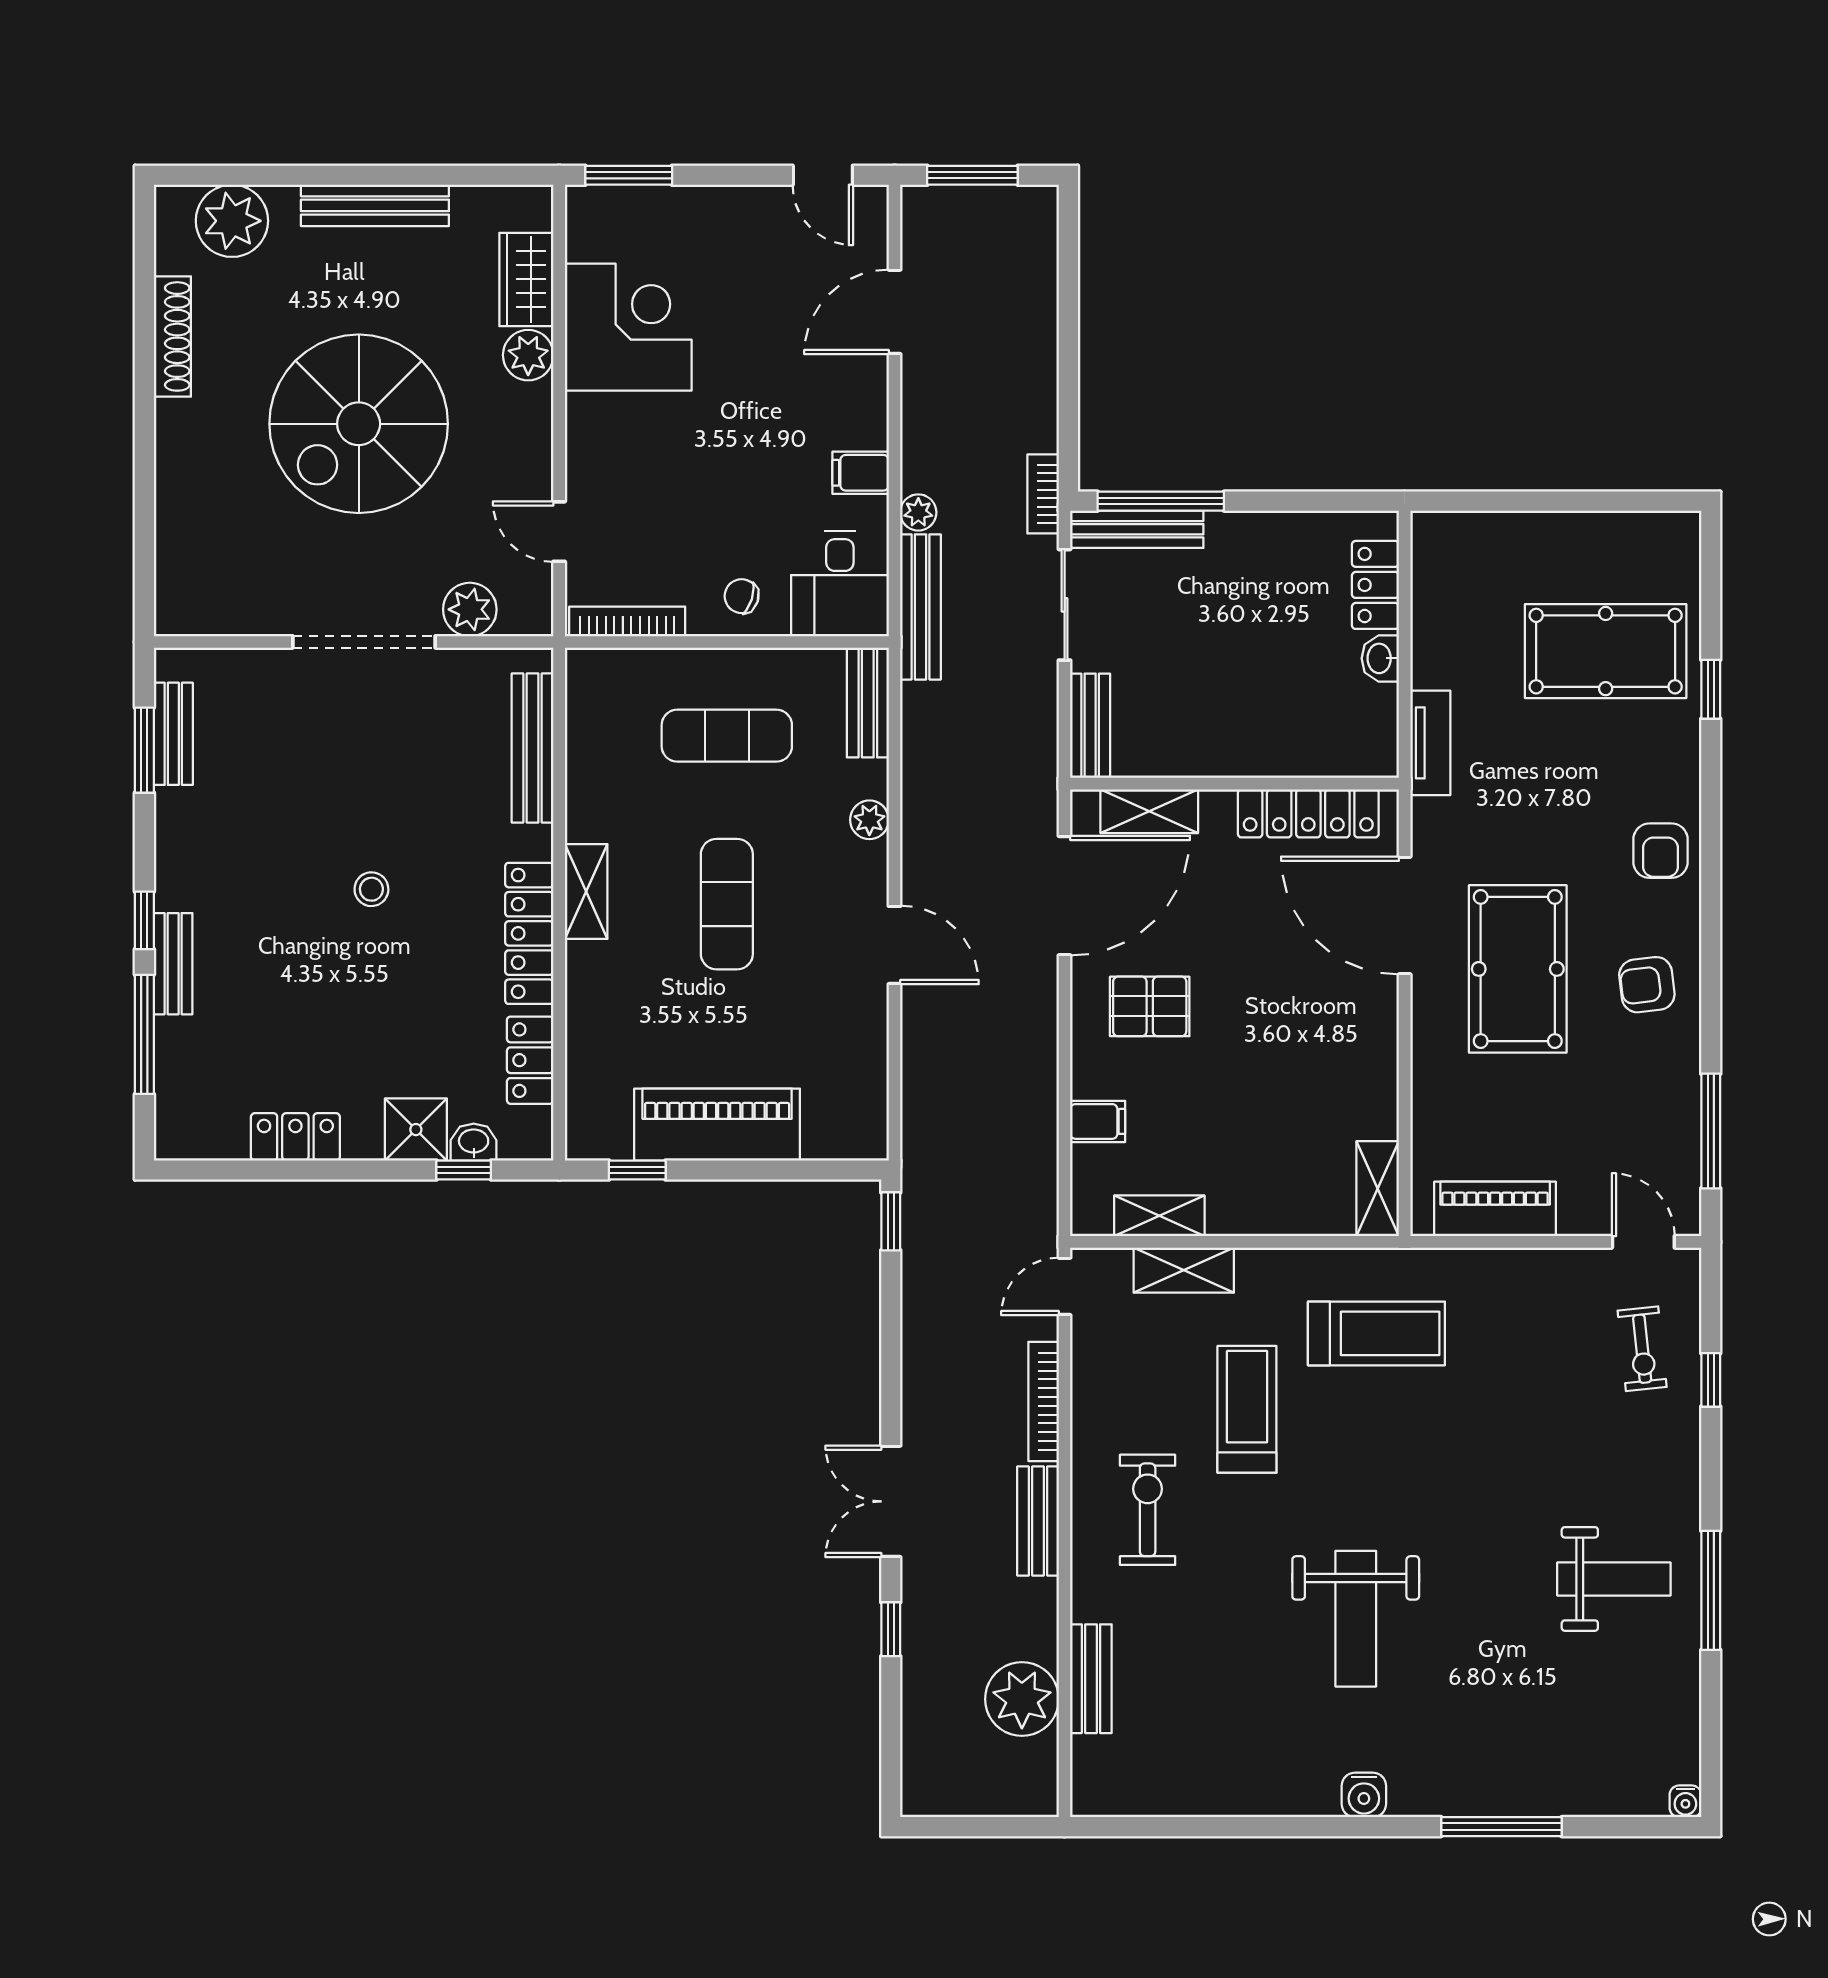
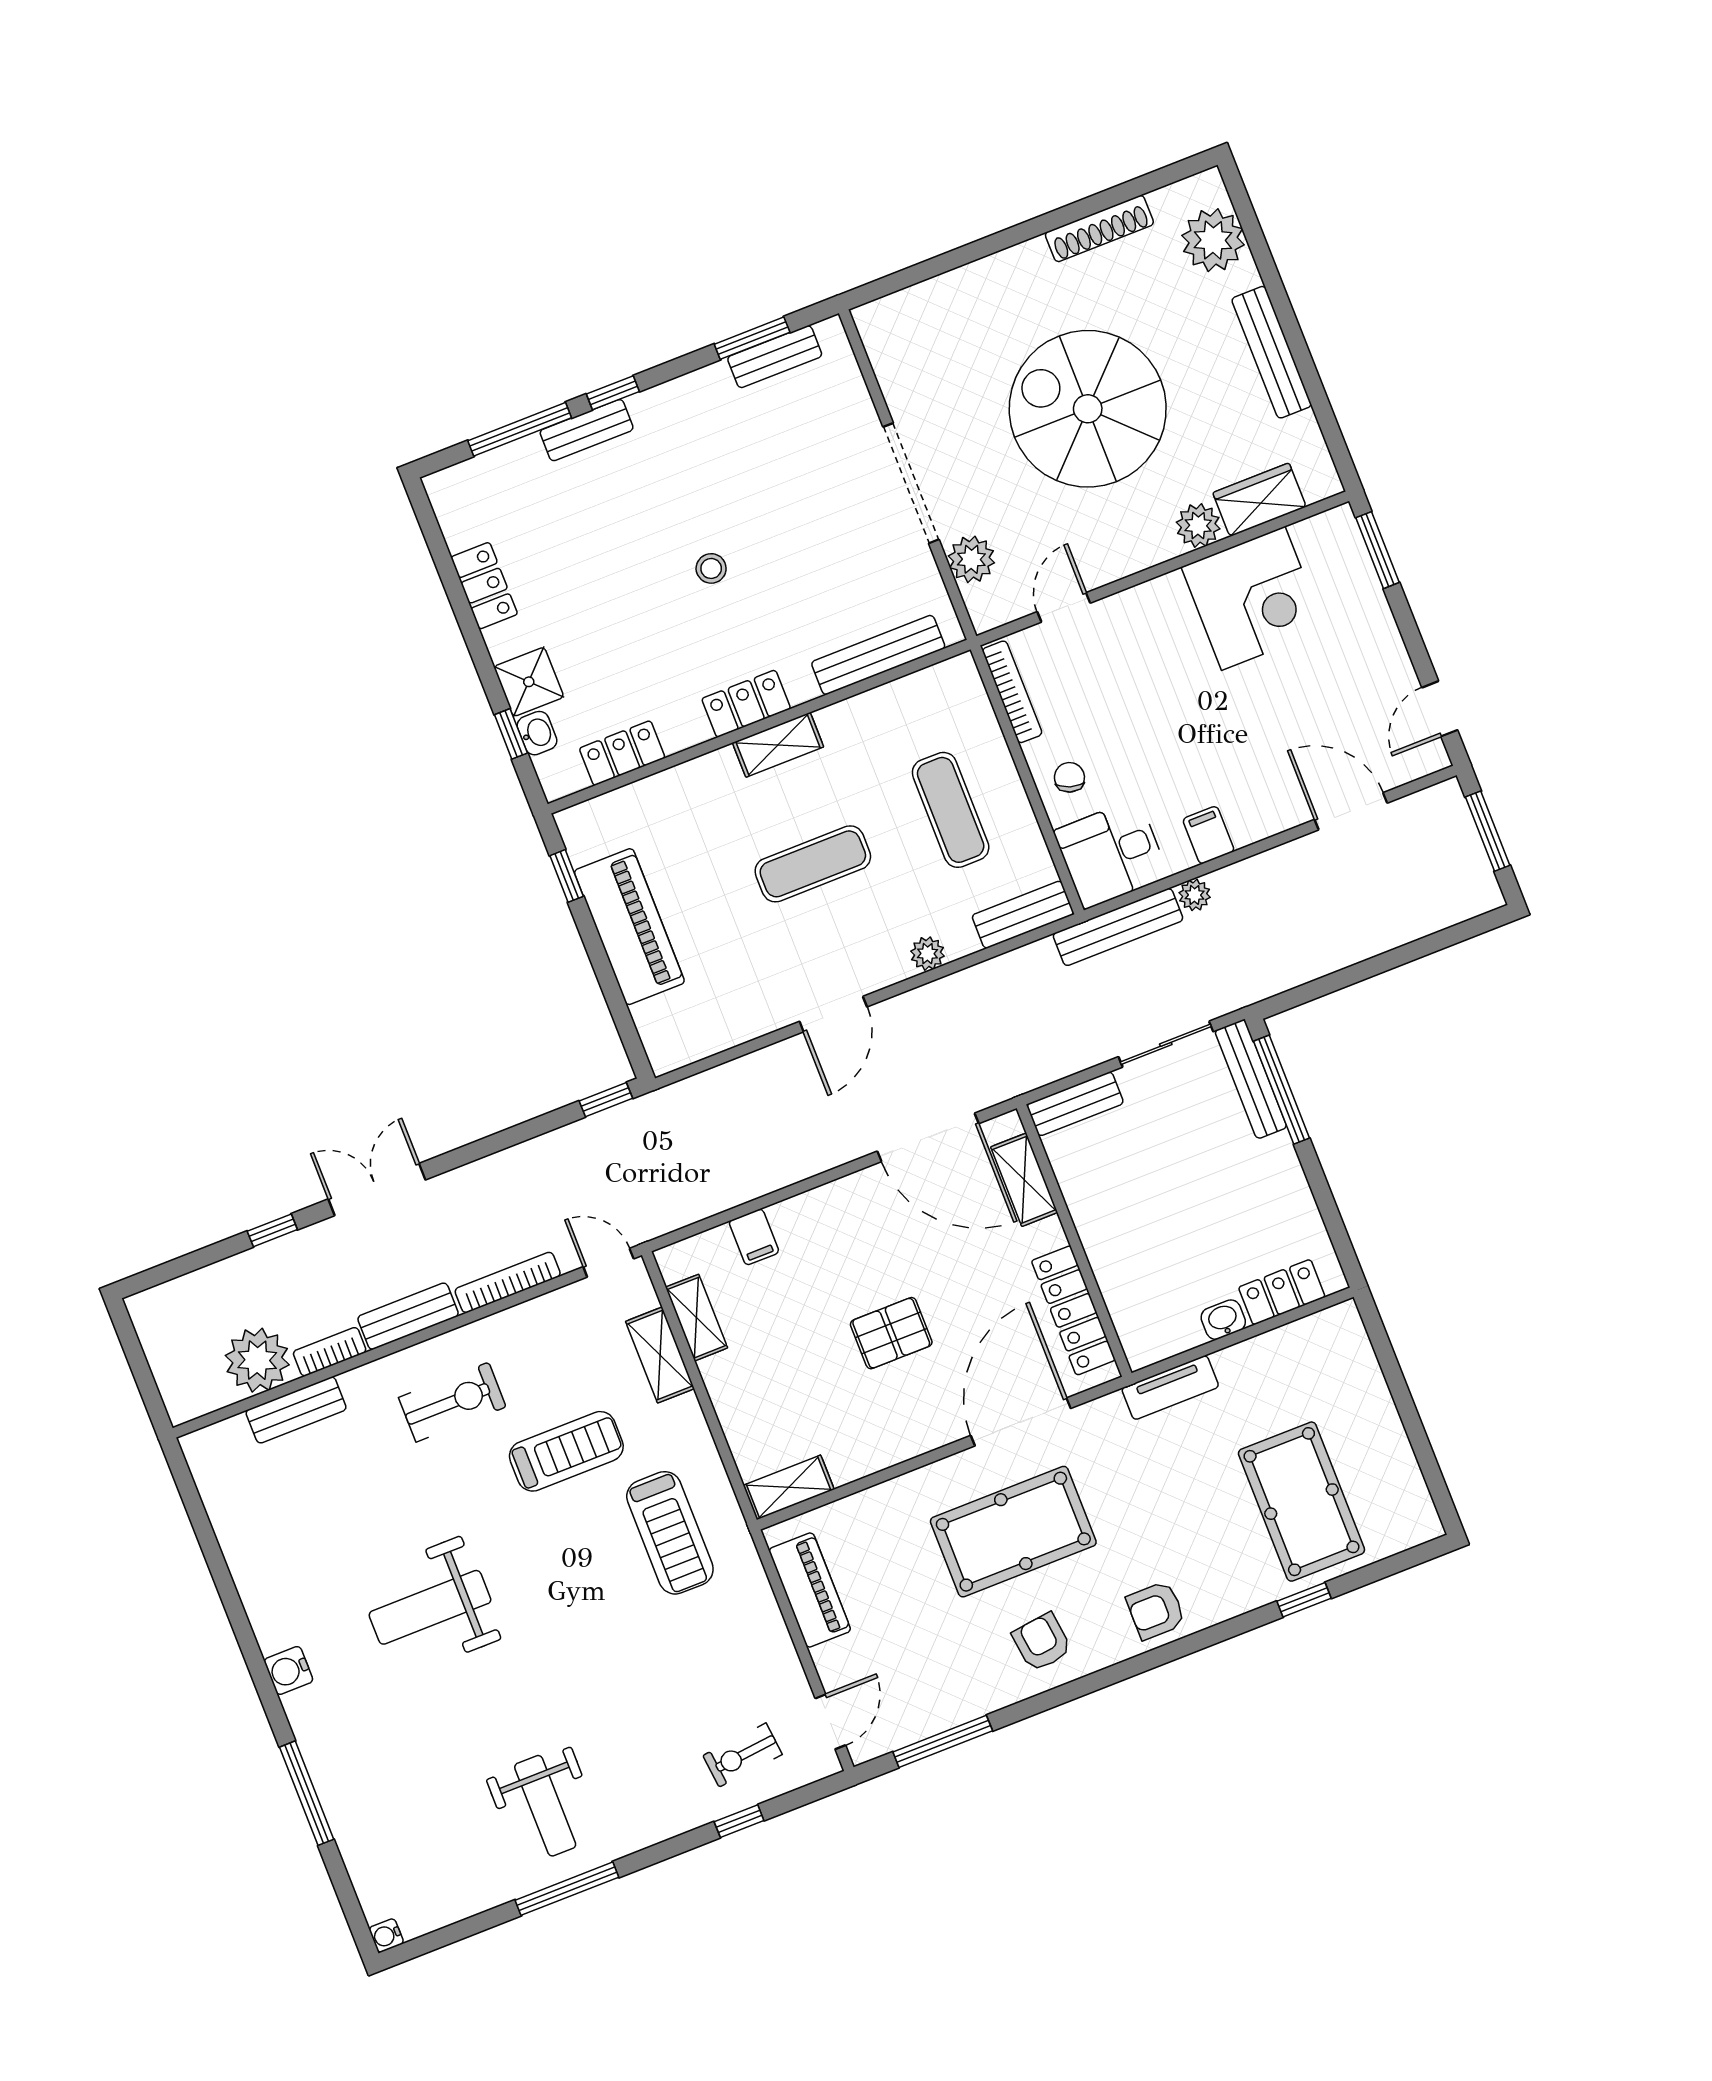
bookcase: (1043, 494) -> (330, 1352), moved
locker: (529, 933) -> (746, 704), width x0.66
pallet: (1150, 1006) -> (891, 1333), moved, turned 90

